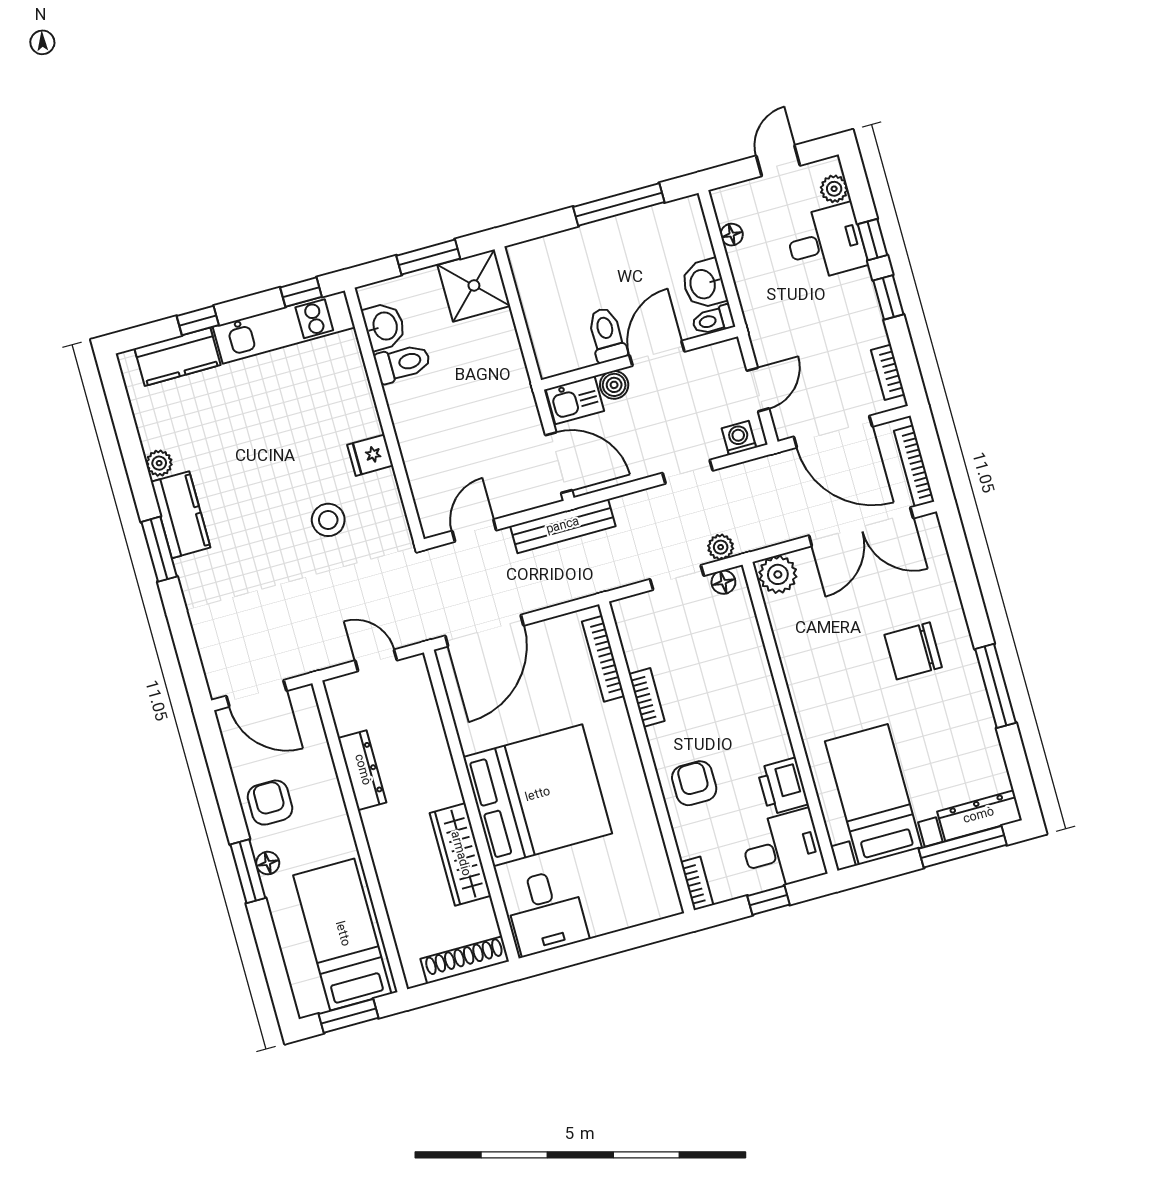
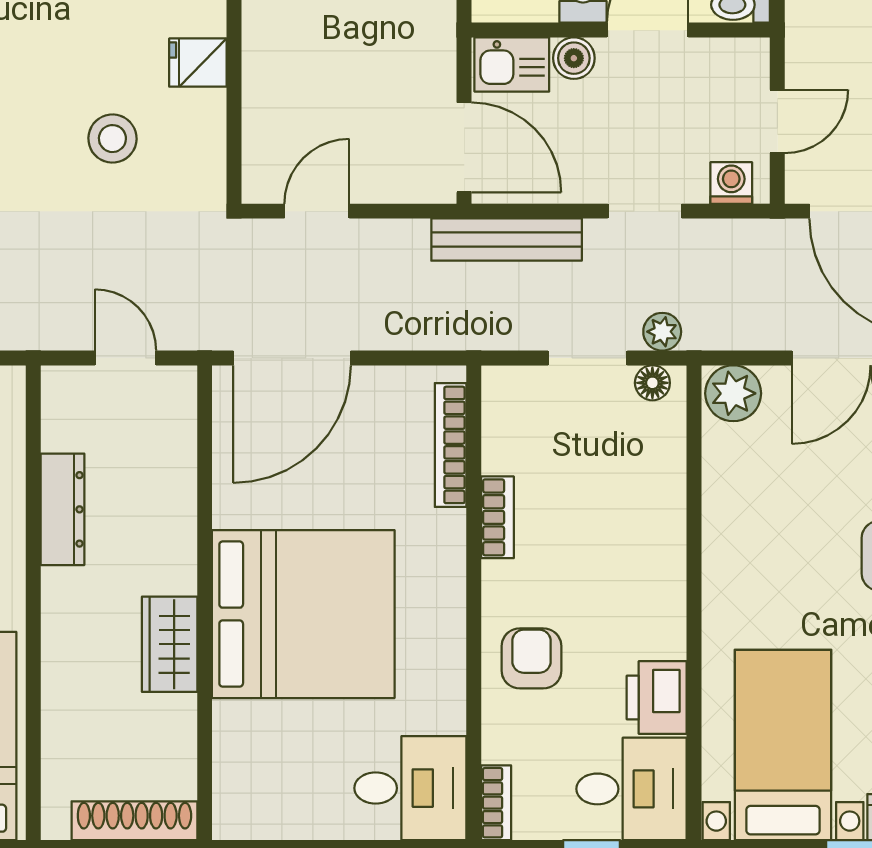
bench: (563, 526) -> (507, 240), moved
wardrobe: (460, 854) -> (170, 644), width x0.67
desk: (546, 912) -> (410, 788), moved, turned -90

